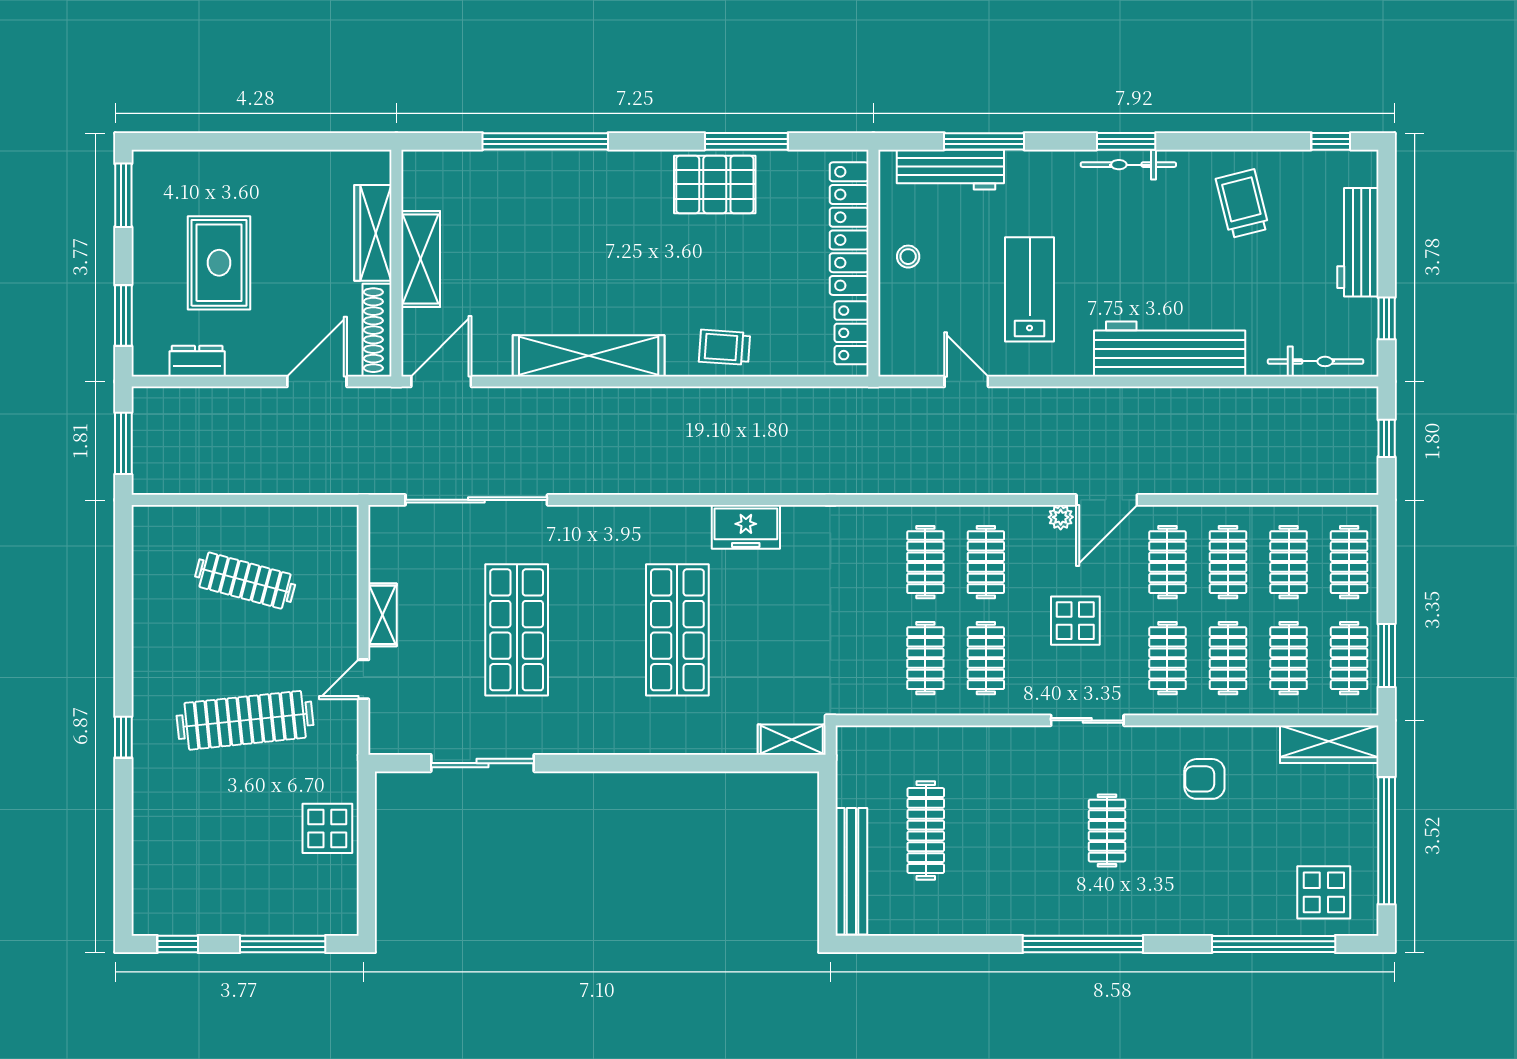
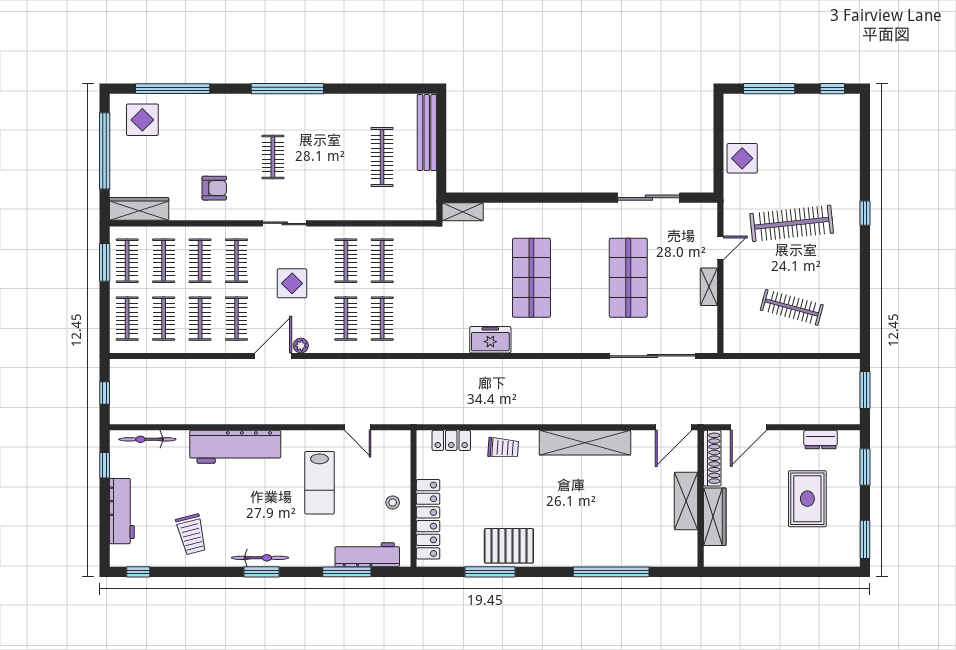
locker: (852, 333) -> (451, 440), moved, turned 90

